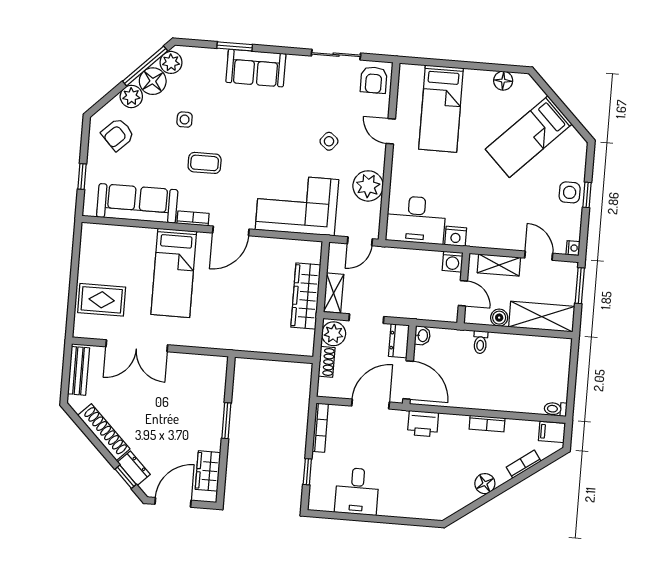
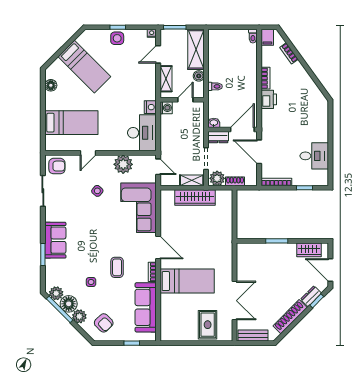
printer: (423, 424) -> (269, 99), moved
floor lamp: (485, 484) -> (303, 76), removed

